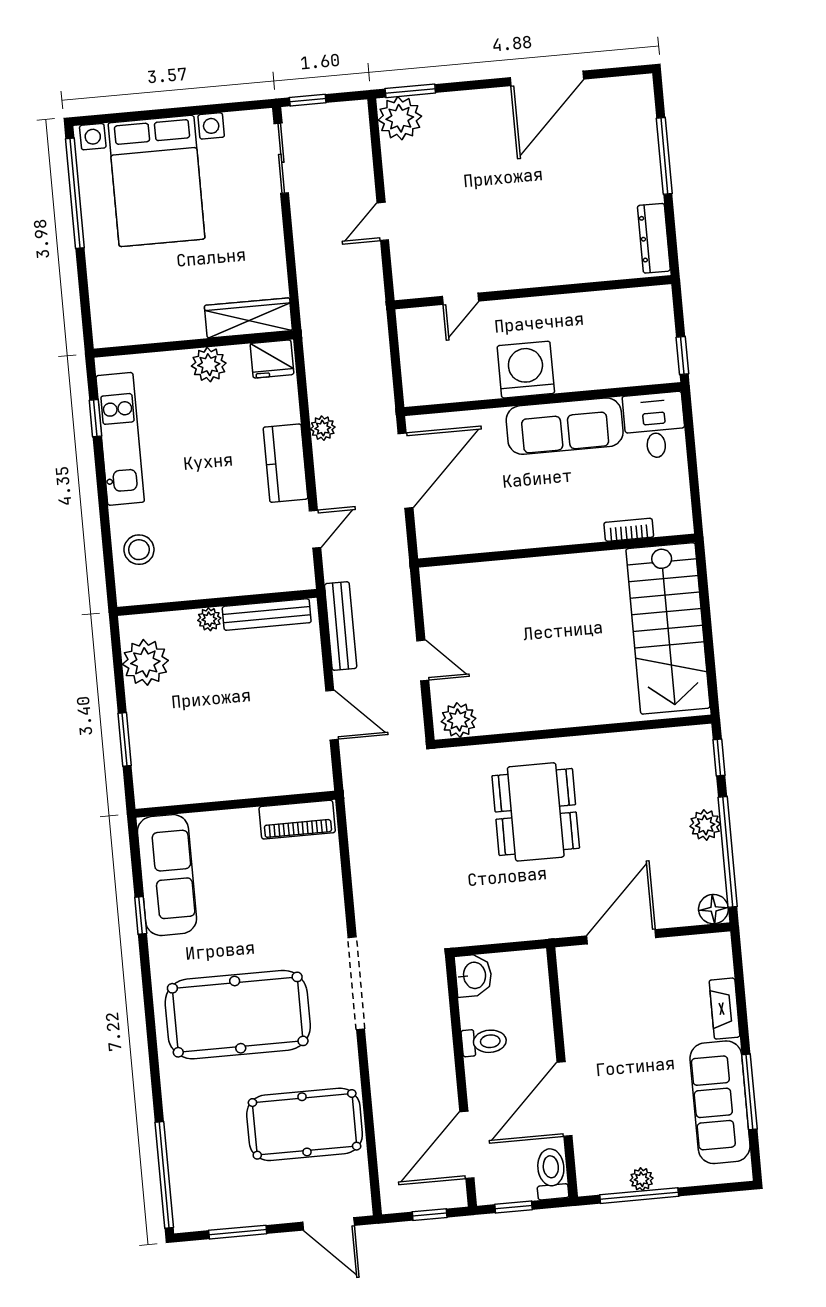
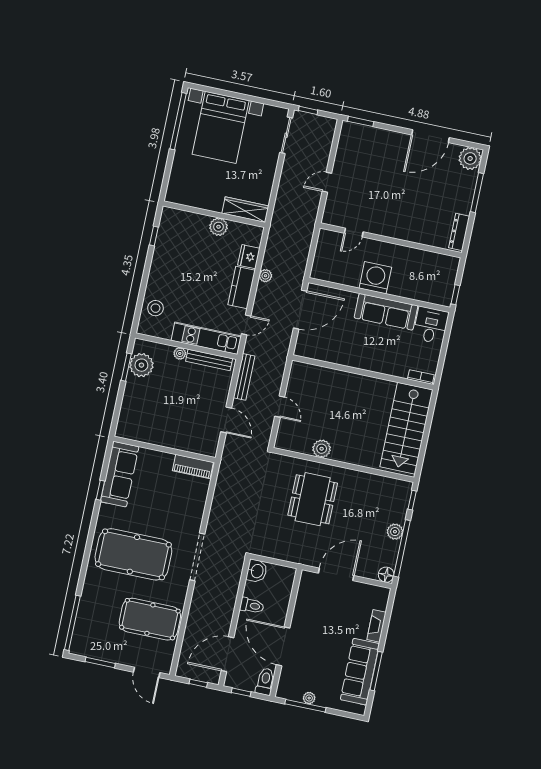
plant: (400, 118) -> (470, 158), moved
fridge: (272, 359) -> (249, 257), moved, turned 90
kitchen unit: (120, 439) -> (206, 338), moved, turned -90
bookcase: (629, 530) -> (421, 377), moved
plant: (458, 720) -> (322, 449), moved
window: (125, 739) -> (126, 367), moved
door: (564, 1099) -> (283, 646), hinge flipped

